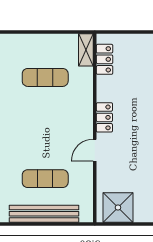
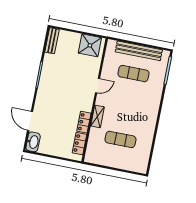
shelving: (86, 50) -> (97, 116), moved
locker: (104, 117) -> (84, 122), moved

